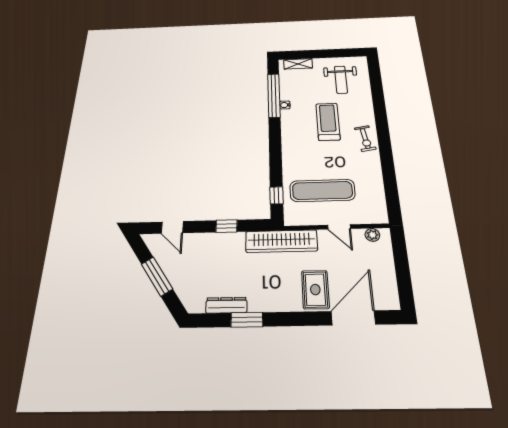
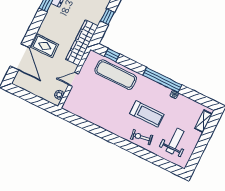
weight bench: (341, 80) -> (175, 141), turned 90
window: (274, 95) -> (162, 80), moved
exercise bike: (365, 138) -> (142, 137), moved
exercise mat: (322, 190) -> (116, 75), moved, turned 90

